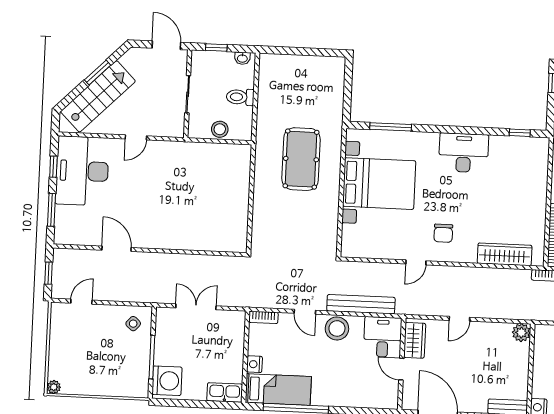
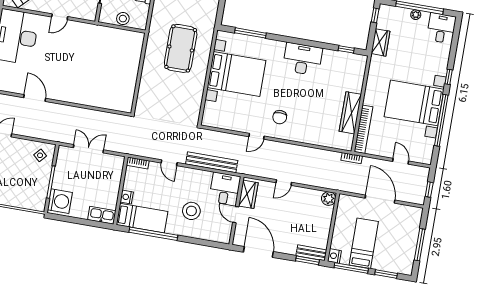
wardrobe: (505, 254) -> (350, 113), moved, turned -90
stool: (337, 328) -> (191, 211), moved

